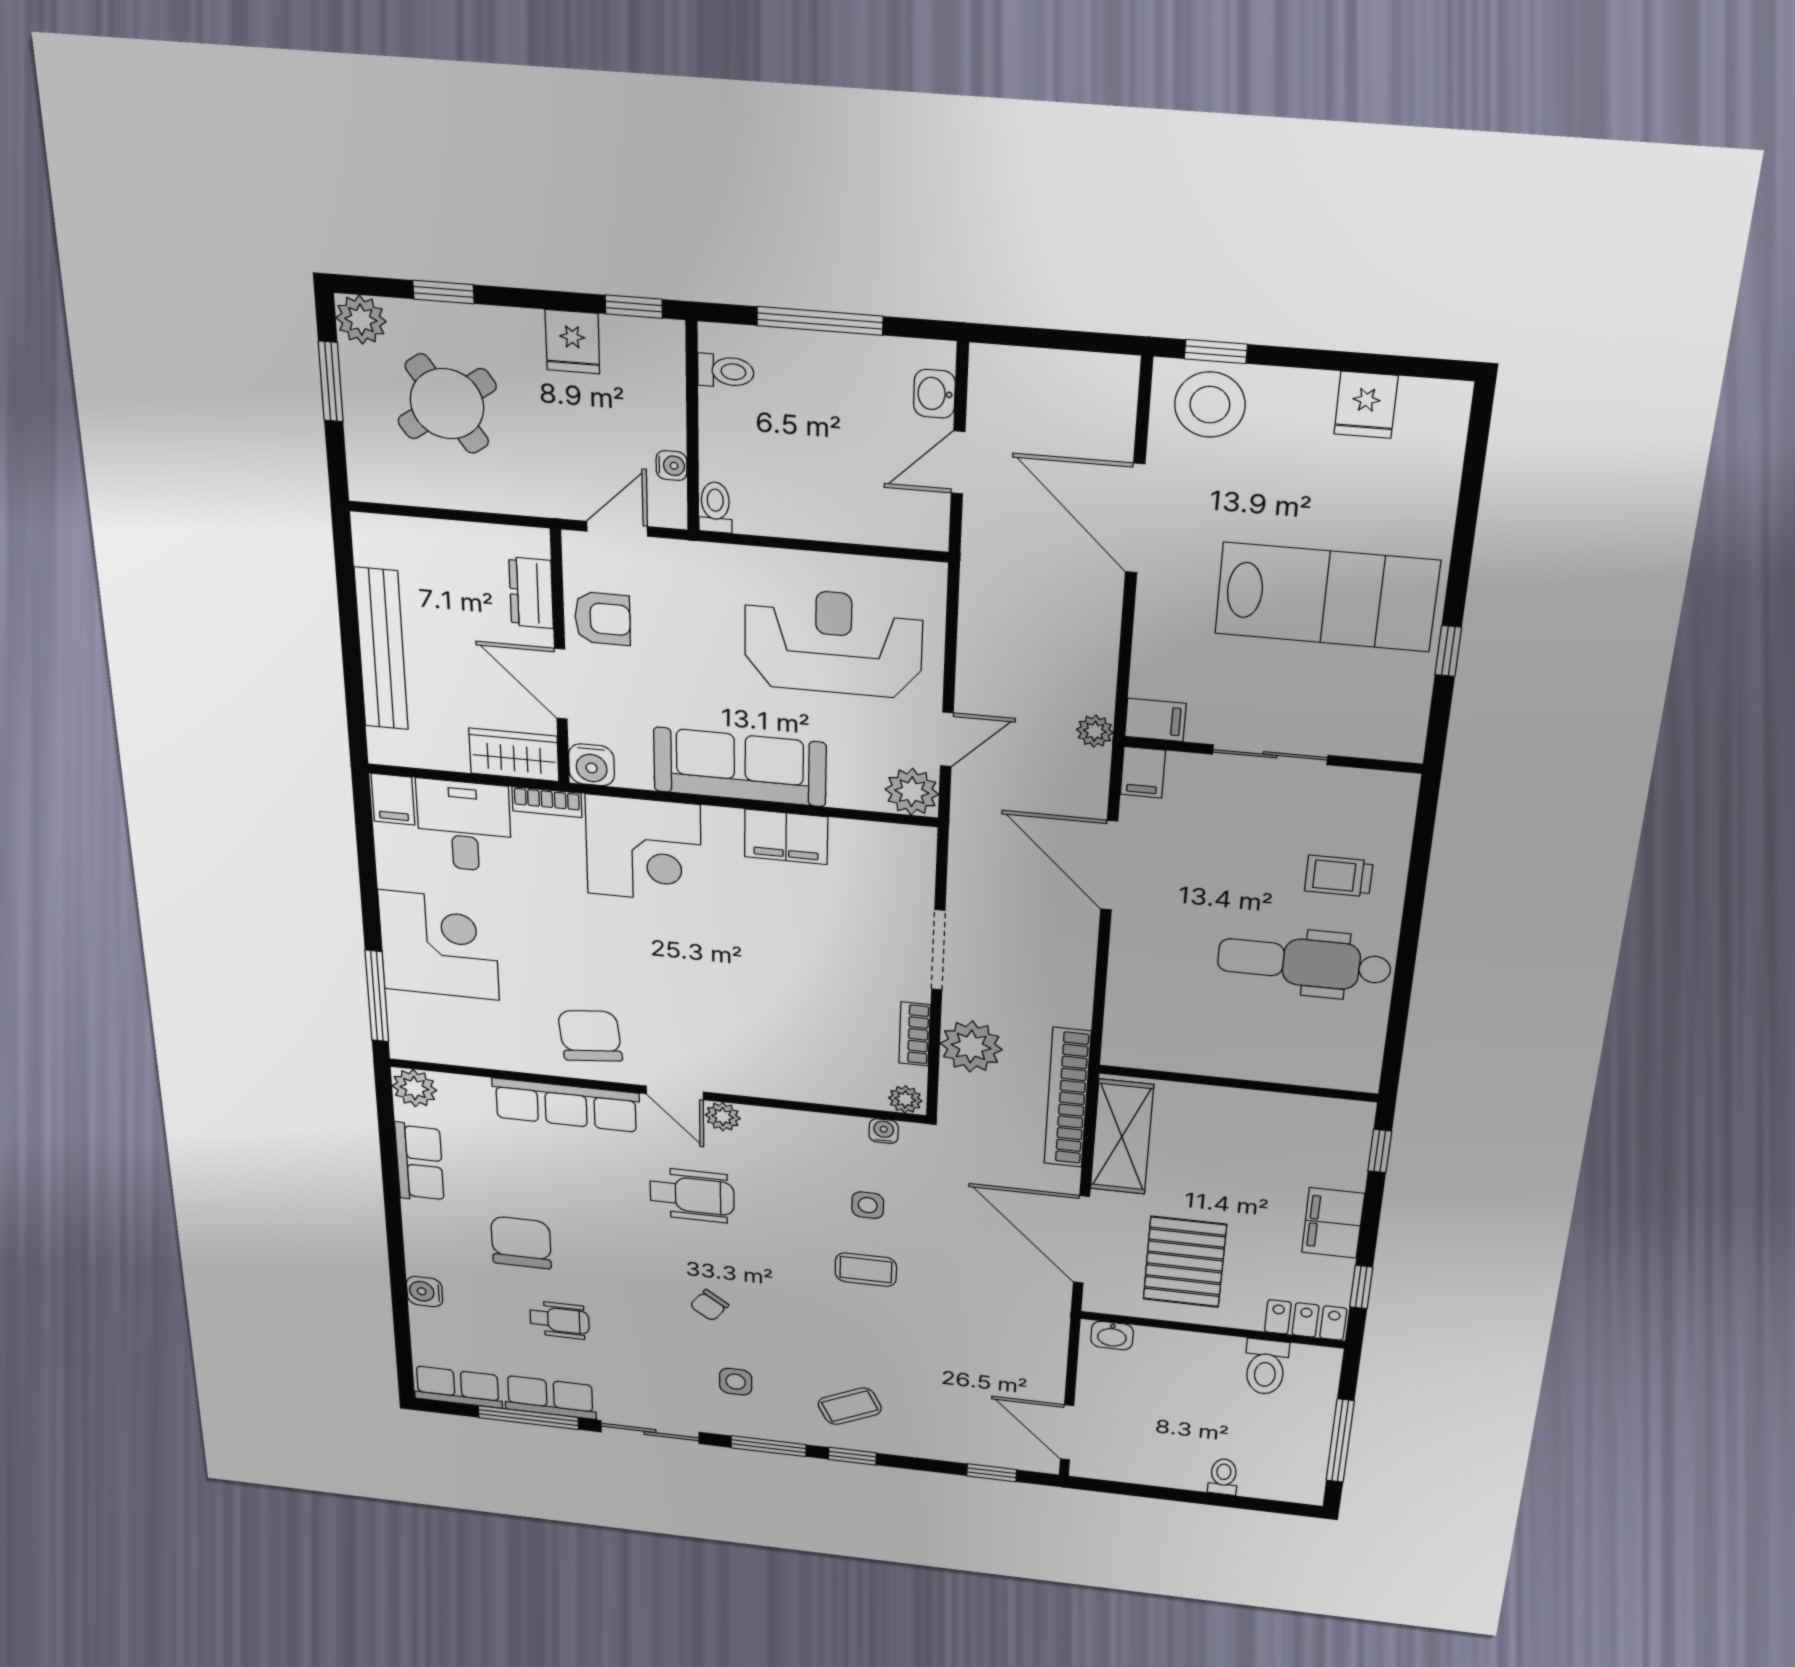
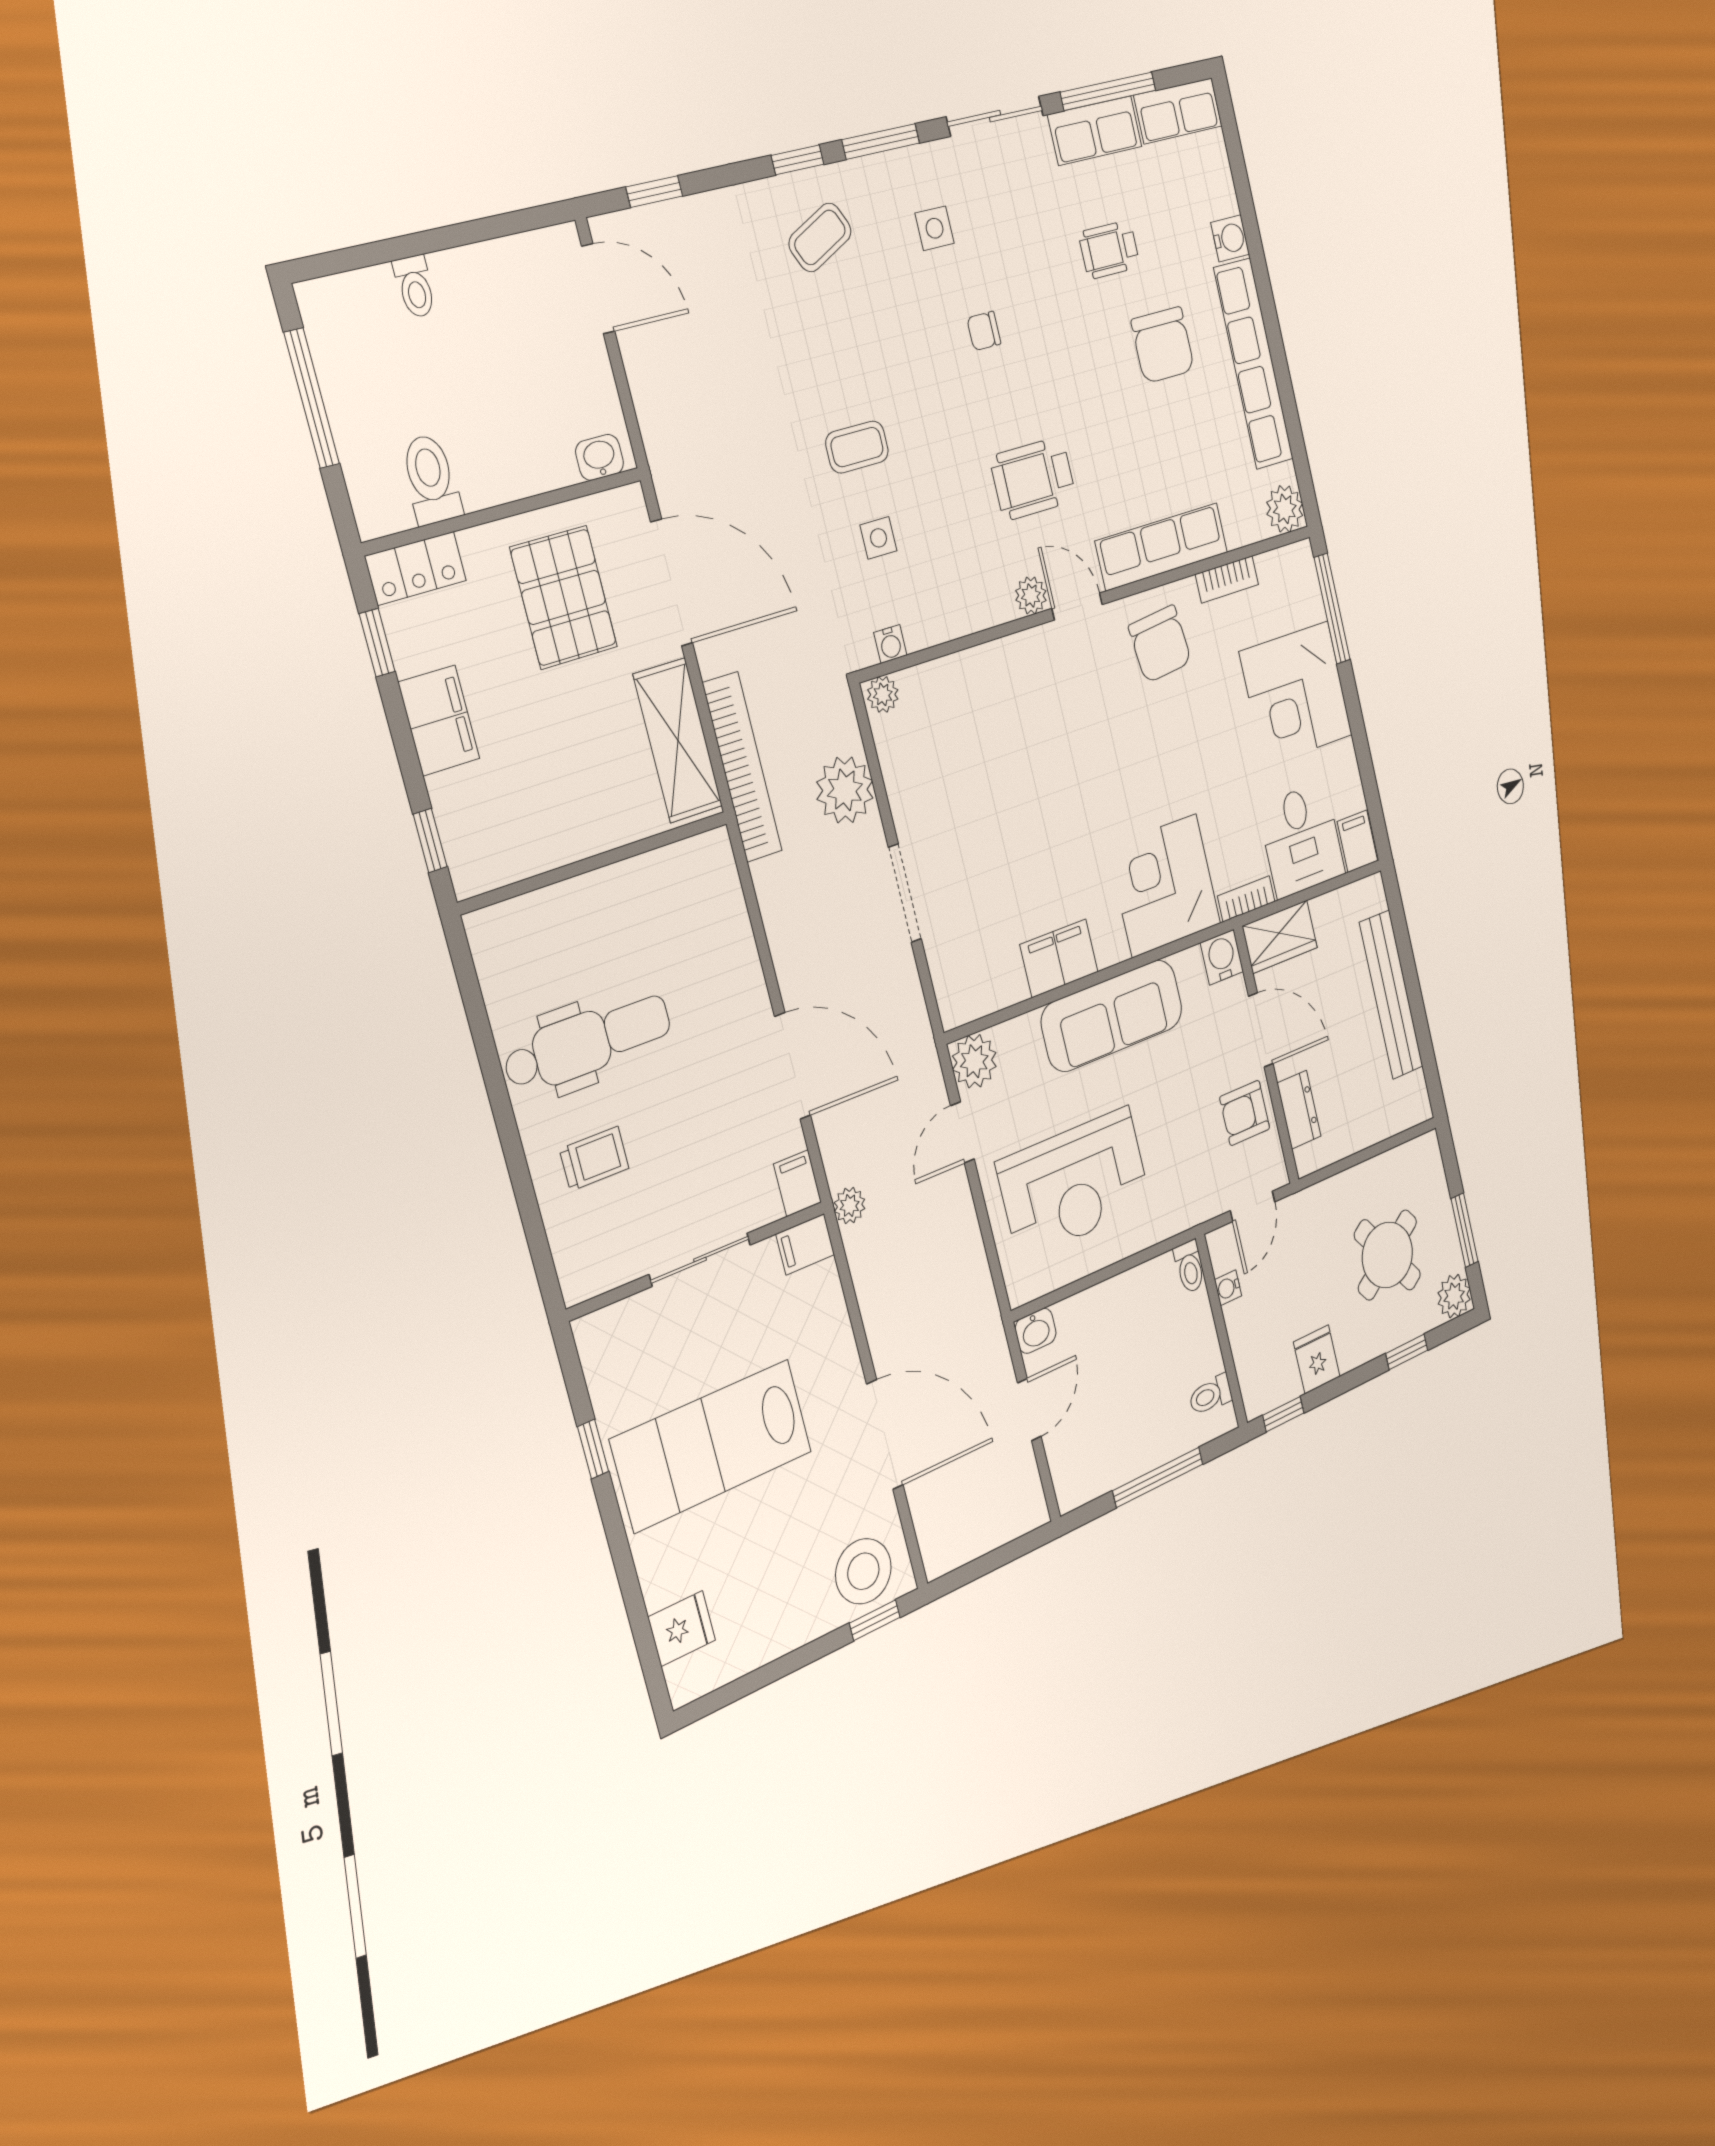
washbasin: (934, 394) -> (1036, 1331), moved, turned 90
fridge: (1366, 405) -> (682, 1629), moved, turned 90
bookcase: (915, 1034) -> (1227, 579), moved, turned 90
row of seats: (420, 1162) -> (1254, 364), width x2.02
chair: (709, 1305) -> (984, 331), turned -126

